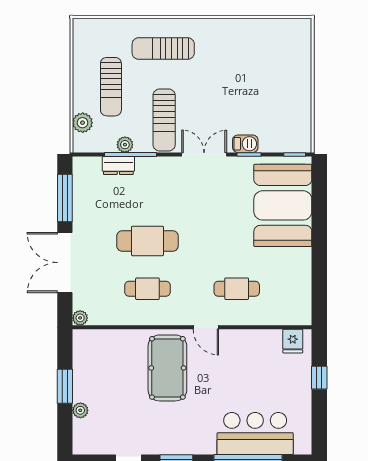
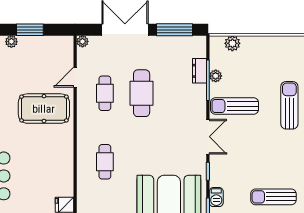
sun lounger: (111, 87) -> (273, 197), moved
barbecue: (245, 144) -> (216, 197), moved
door: (206, 327) -> (75, 77), moved

